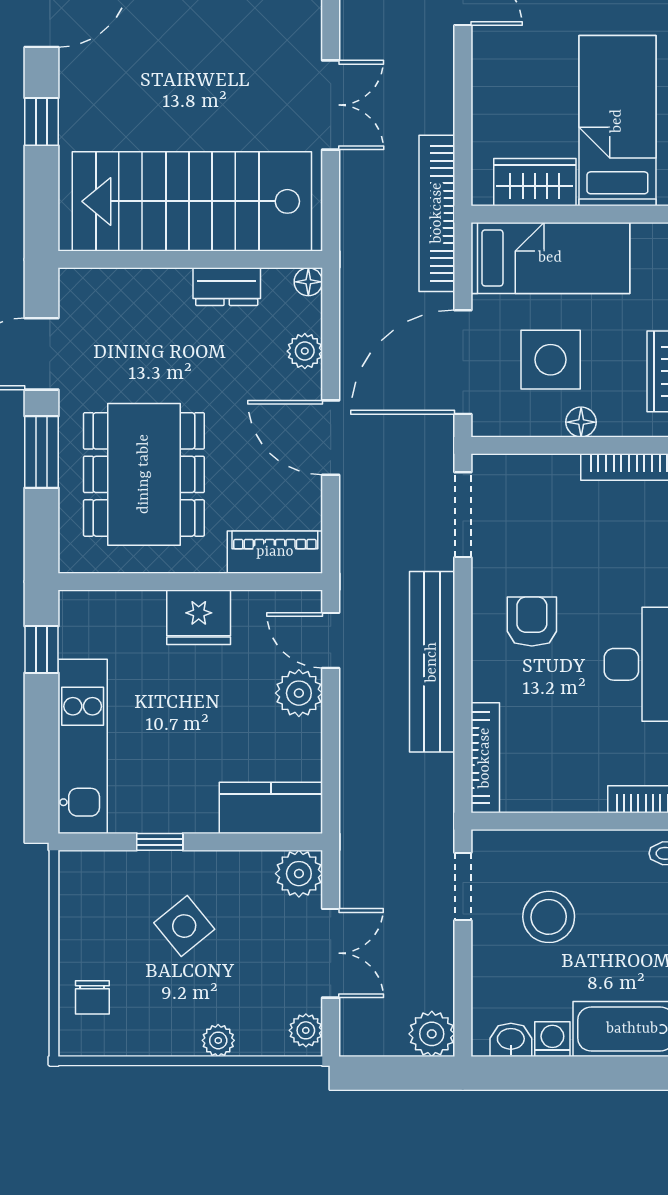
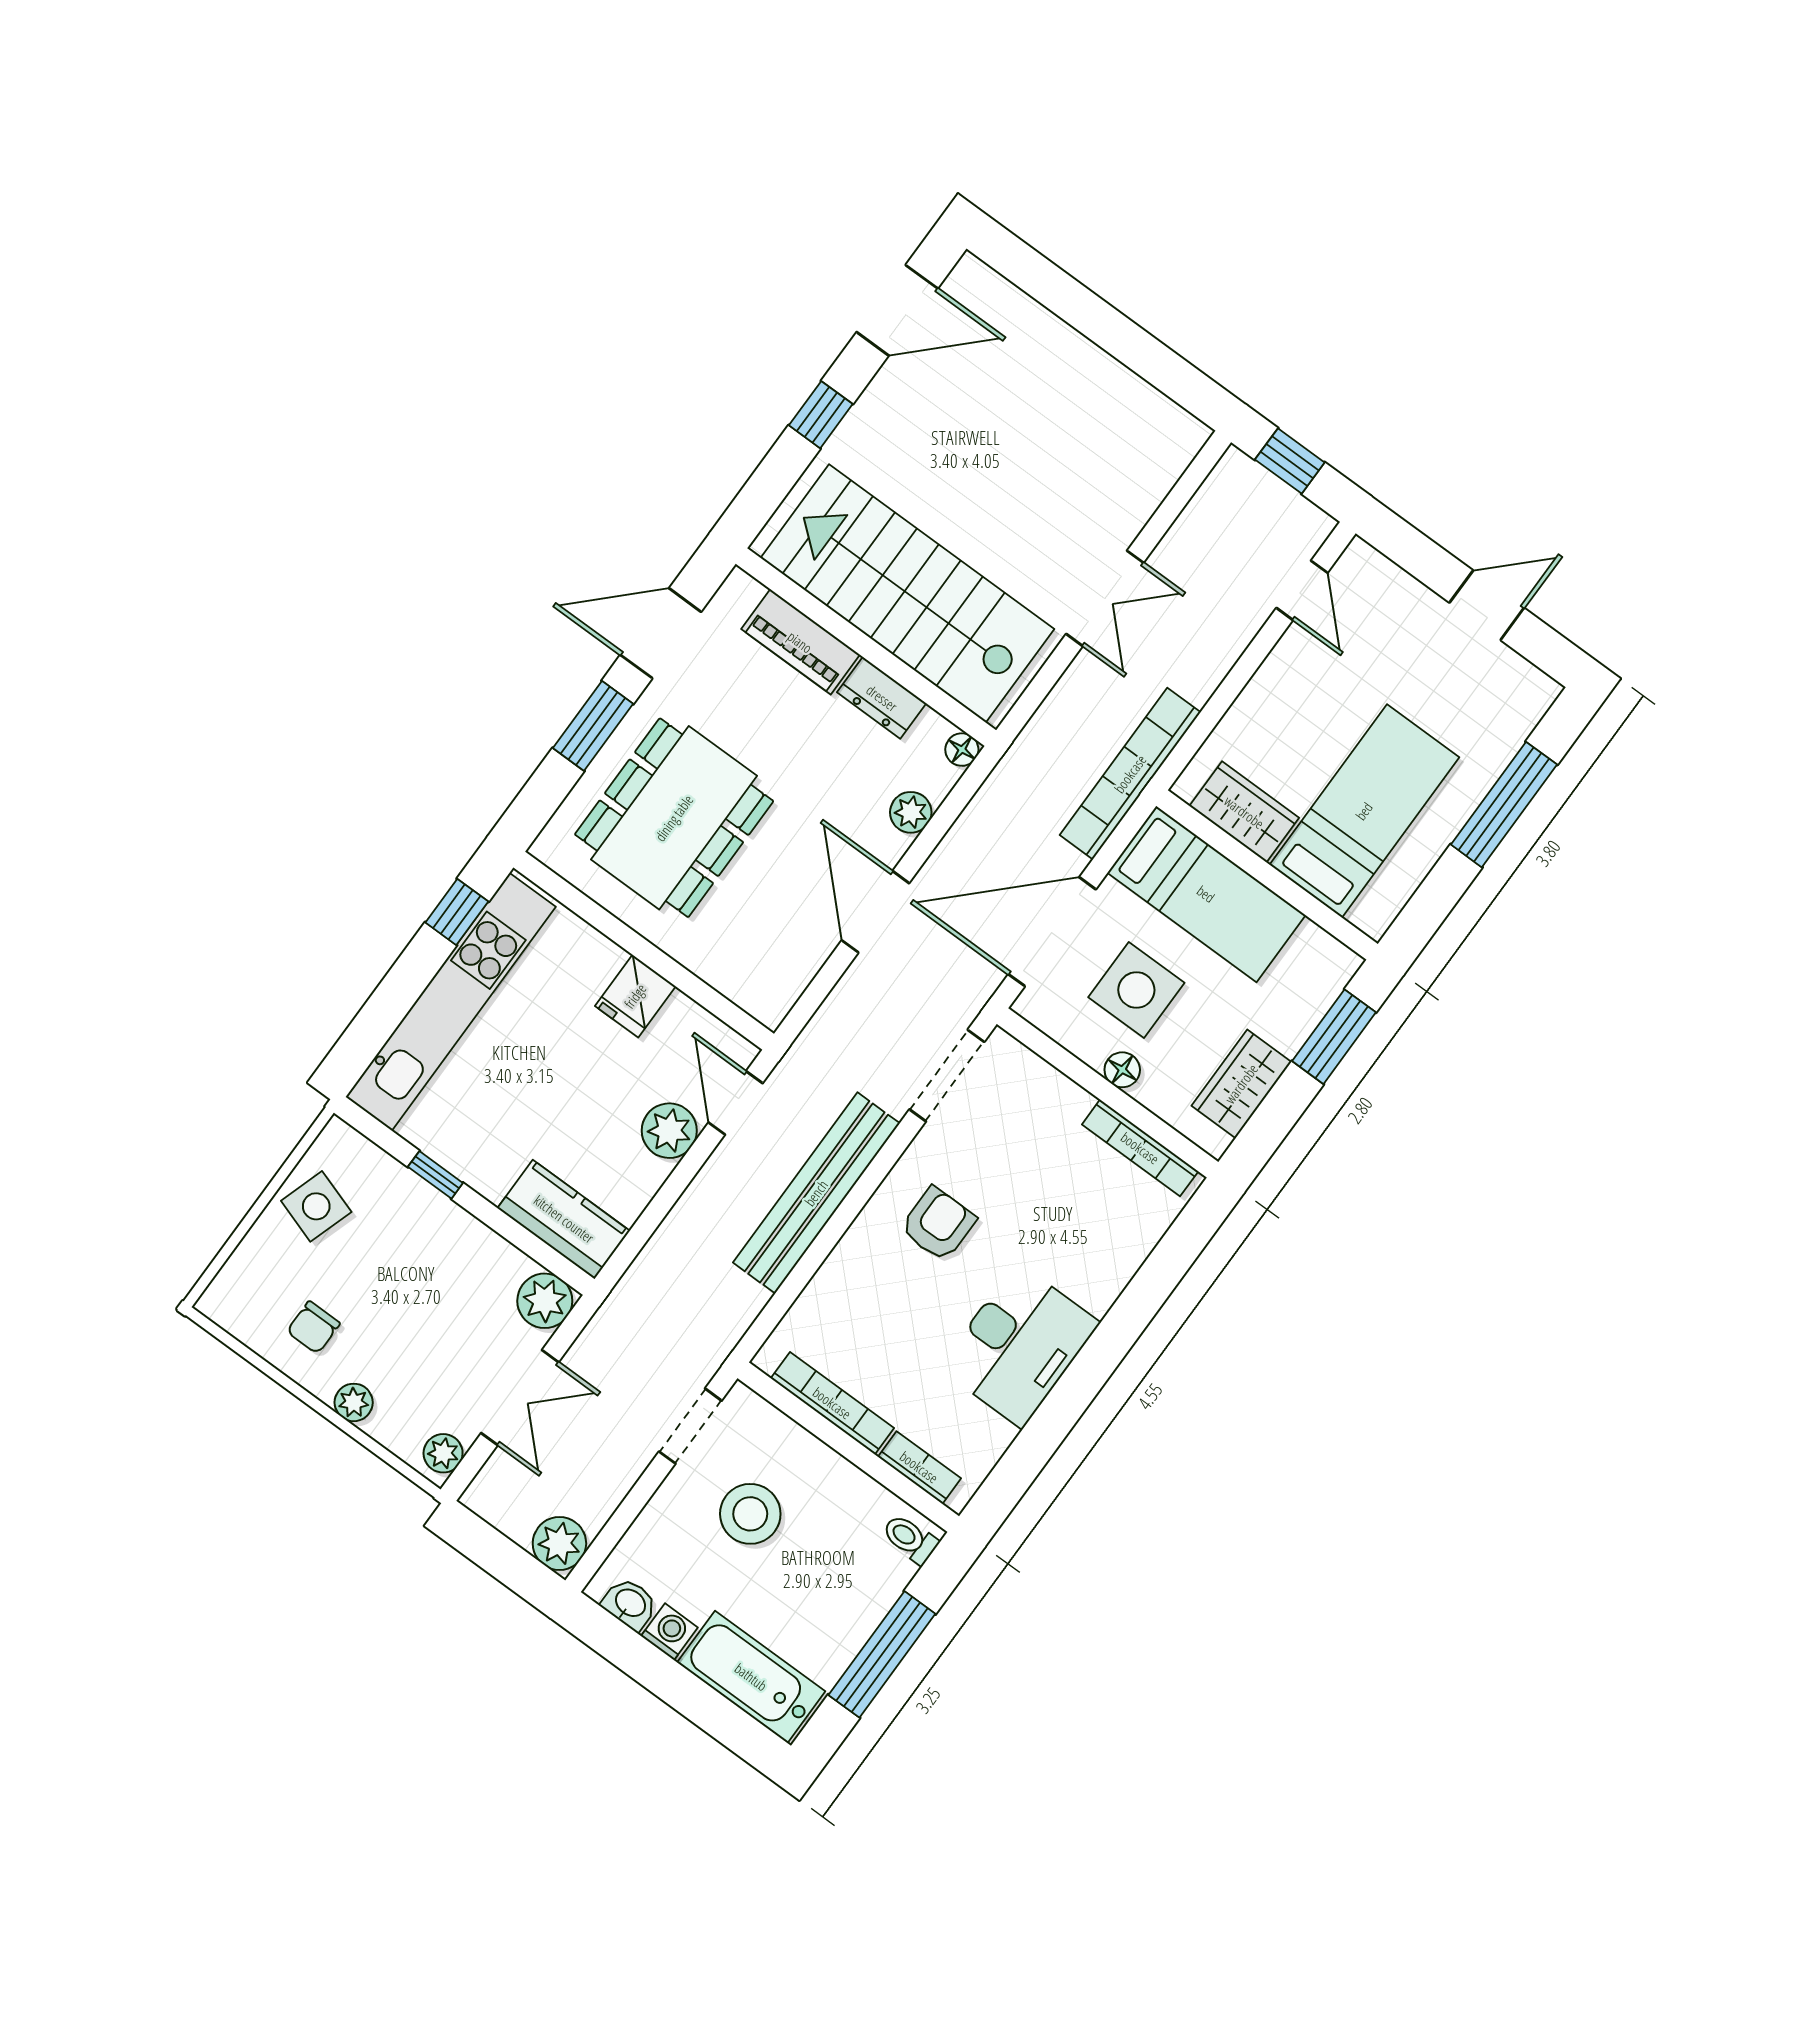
piano: (275, 552) -> (800, 642), moved, turned 180
fridge: (199, 617) -> (635, 996), width x0.72
kitchen unit: (83, 746) -> (451, 1002), width x1.36
bookcase: (485, 758) -> (832, 1403), moved, turned -90
side table: (184, 926) -> (316, 1206), moved, turned -33
chair: (92, 997) -> (313, 1327), moved

